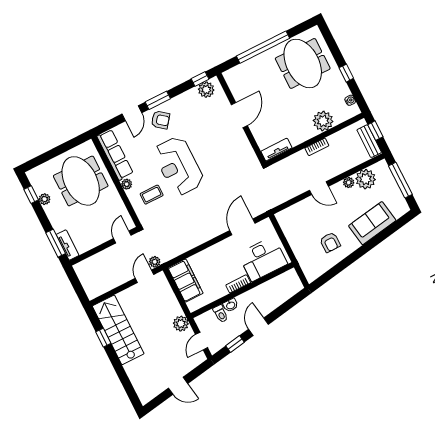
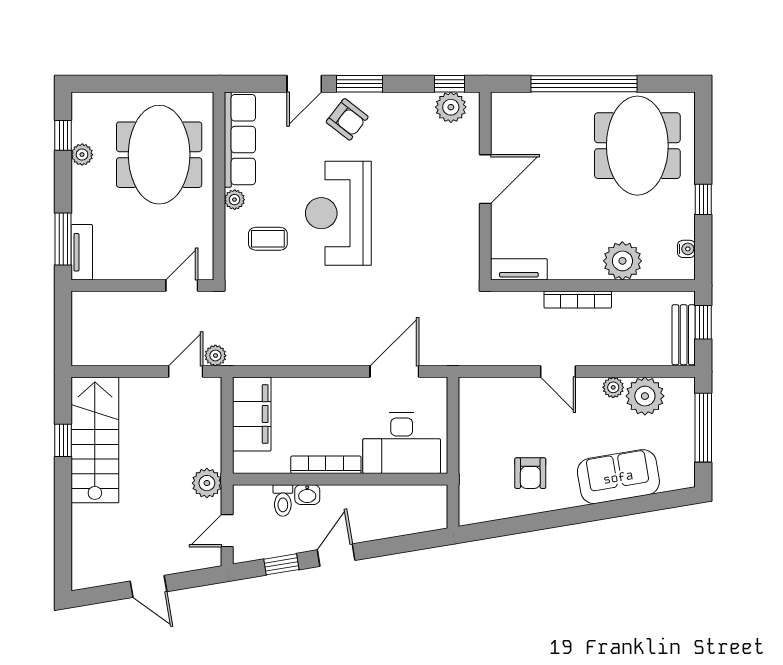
bookcase: (317, 147) -> (578, 299), width x1.56
bookcase: (238, 284) -> (326, 465), width x1.56

